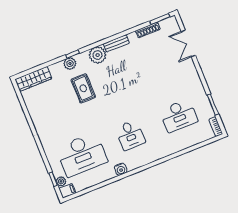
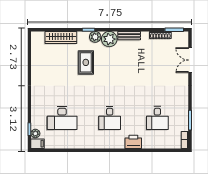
plant: (70, 63) -> (95, 37), moved
wardrobe: (33, 79) -> (61, 37), moved
desk: (179, 116) -> (157, 118), width x0.73
printer: (164, 150) -> (133, 142), added
desk: (82, 155) -> (62, 118), width x0.73, depth x0.77
water cooler: (121, 169) -> (90, 144), removed

